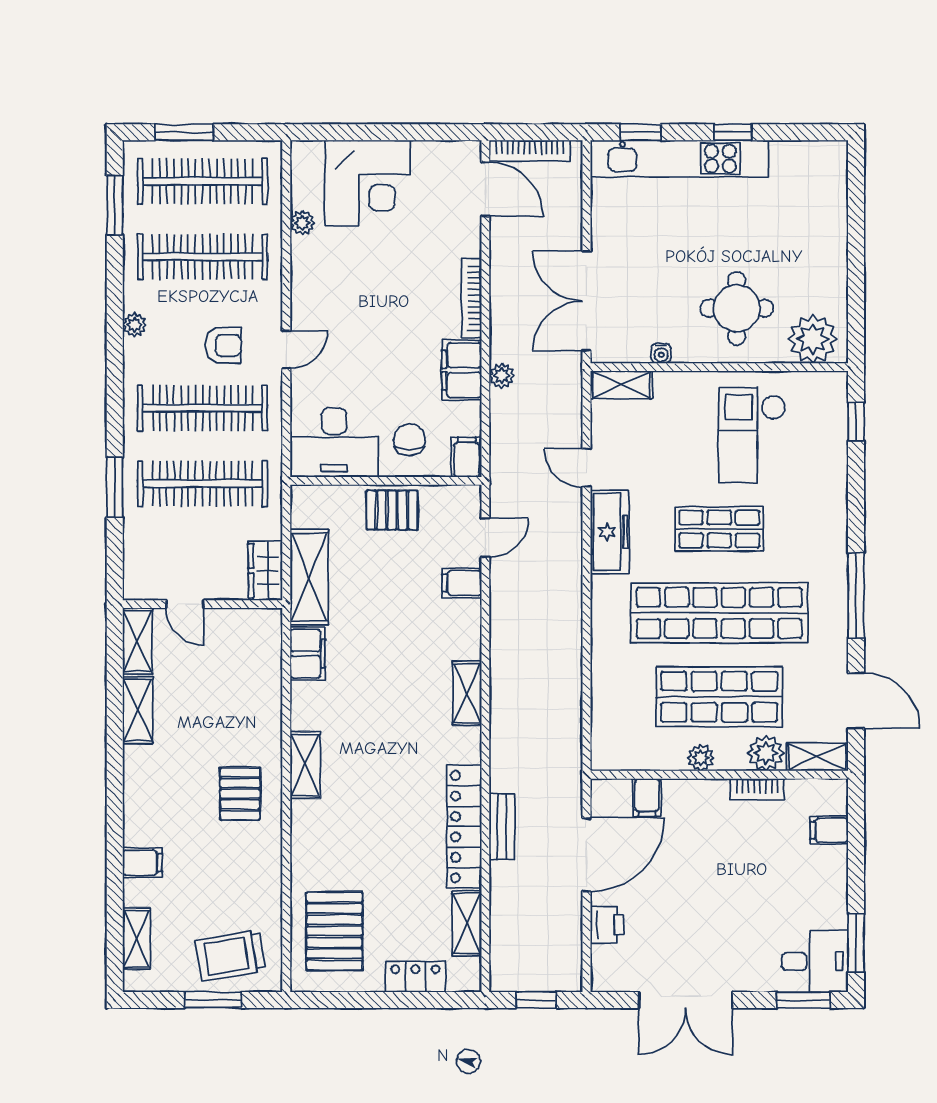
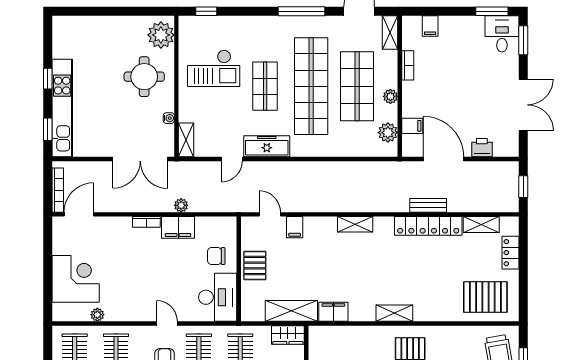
bookcase: (471, 298) -> (146, 222), width x0.64
filing cabinet: (467, 457) -> (226, 225), removed
plant: (766, 753) -> (388, 133), moved

